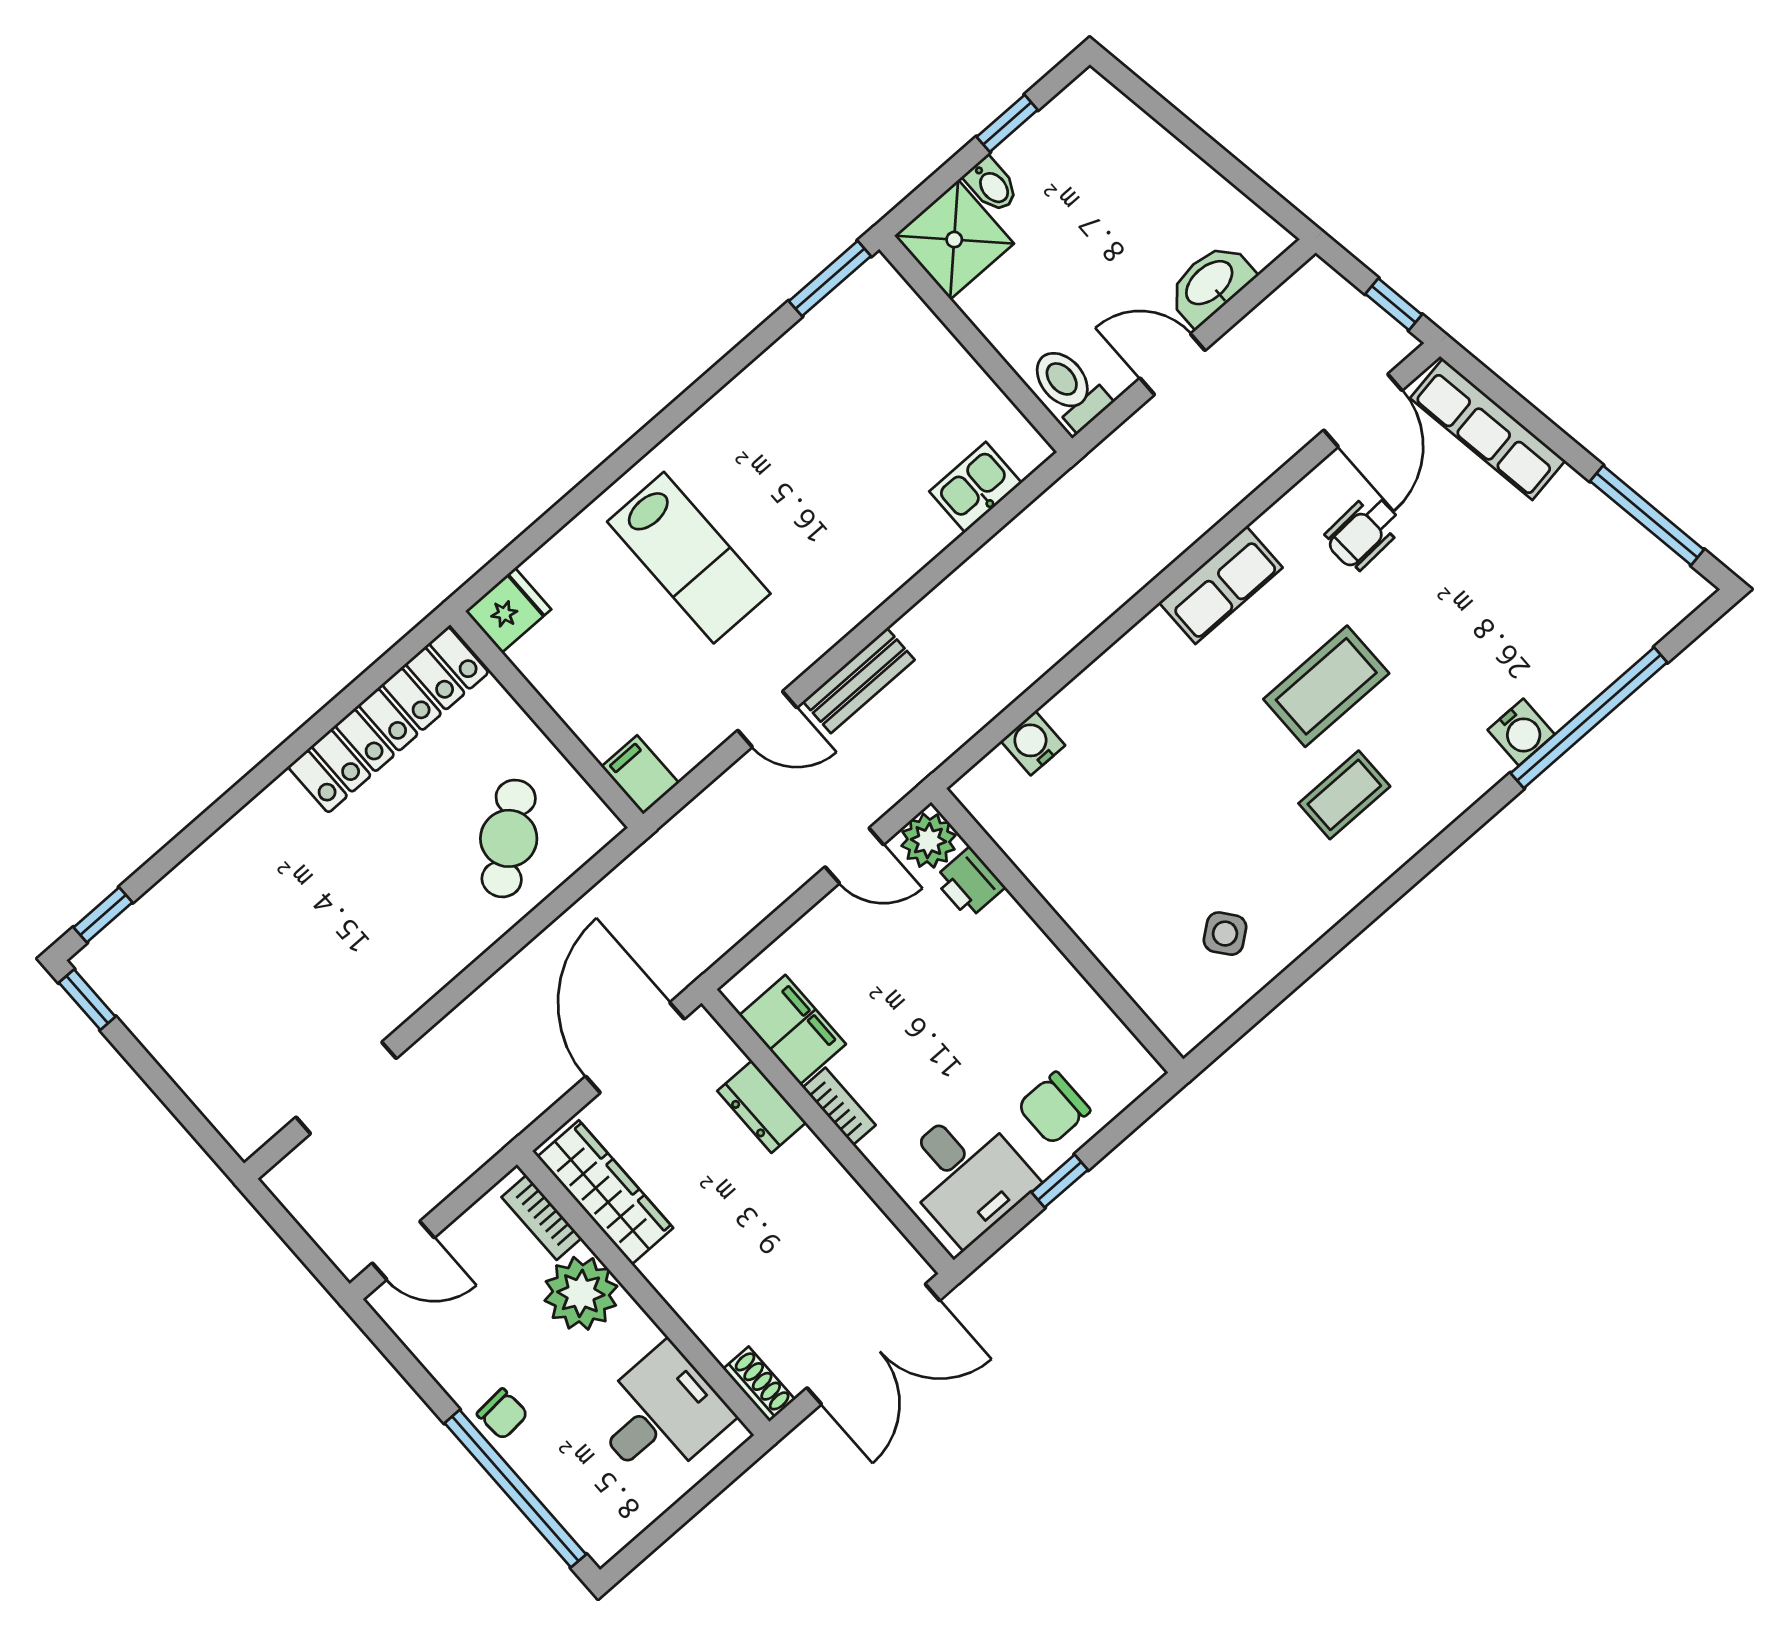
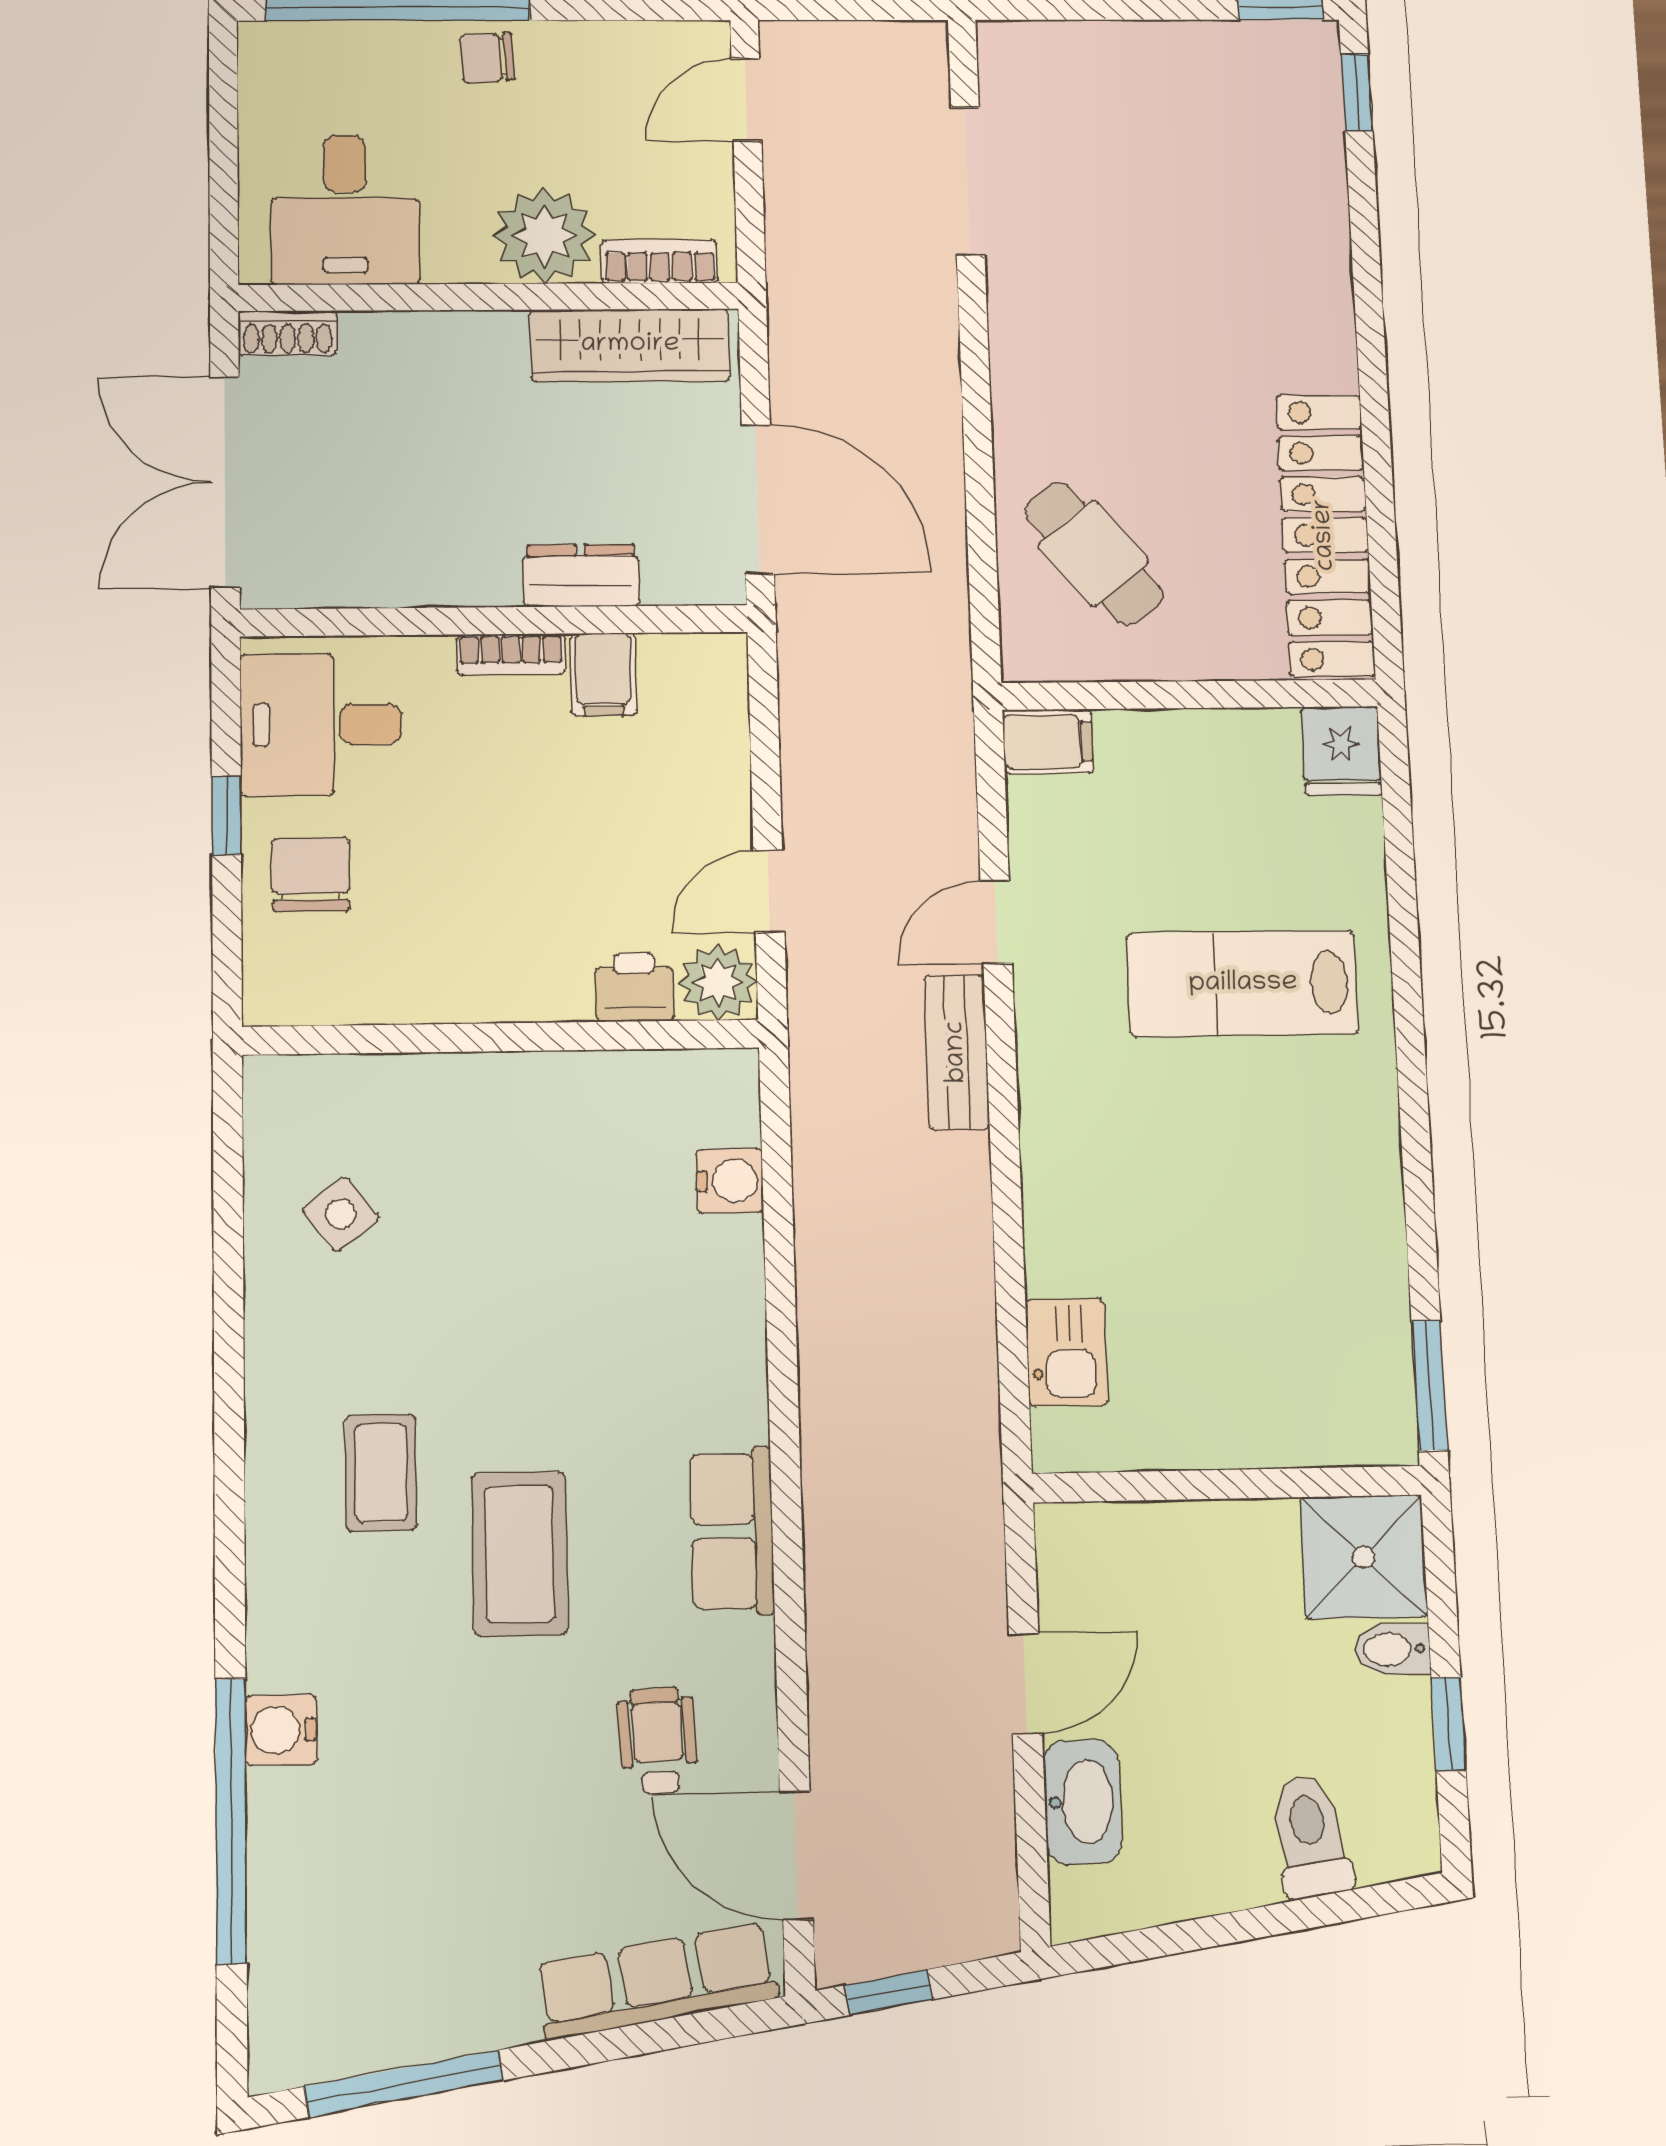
toilet: (1069, 388) -> (1310, 1836), moved, turned -99
filing cabinet: (793, 1030) -> (603, 674), width x0.50

